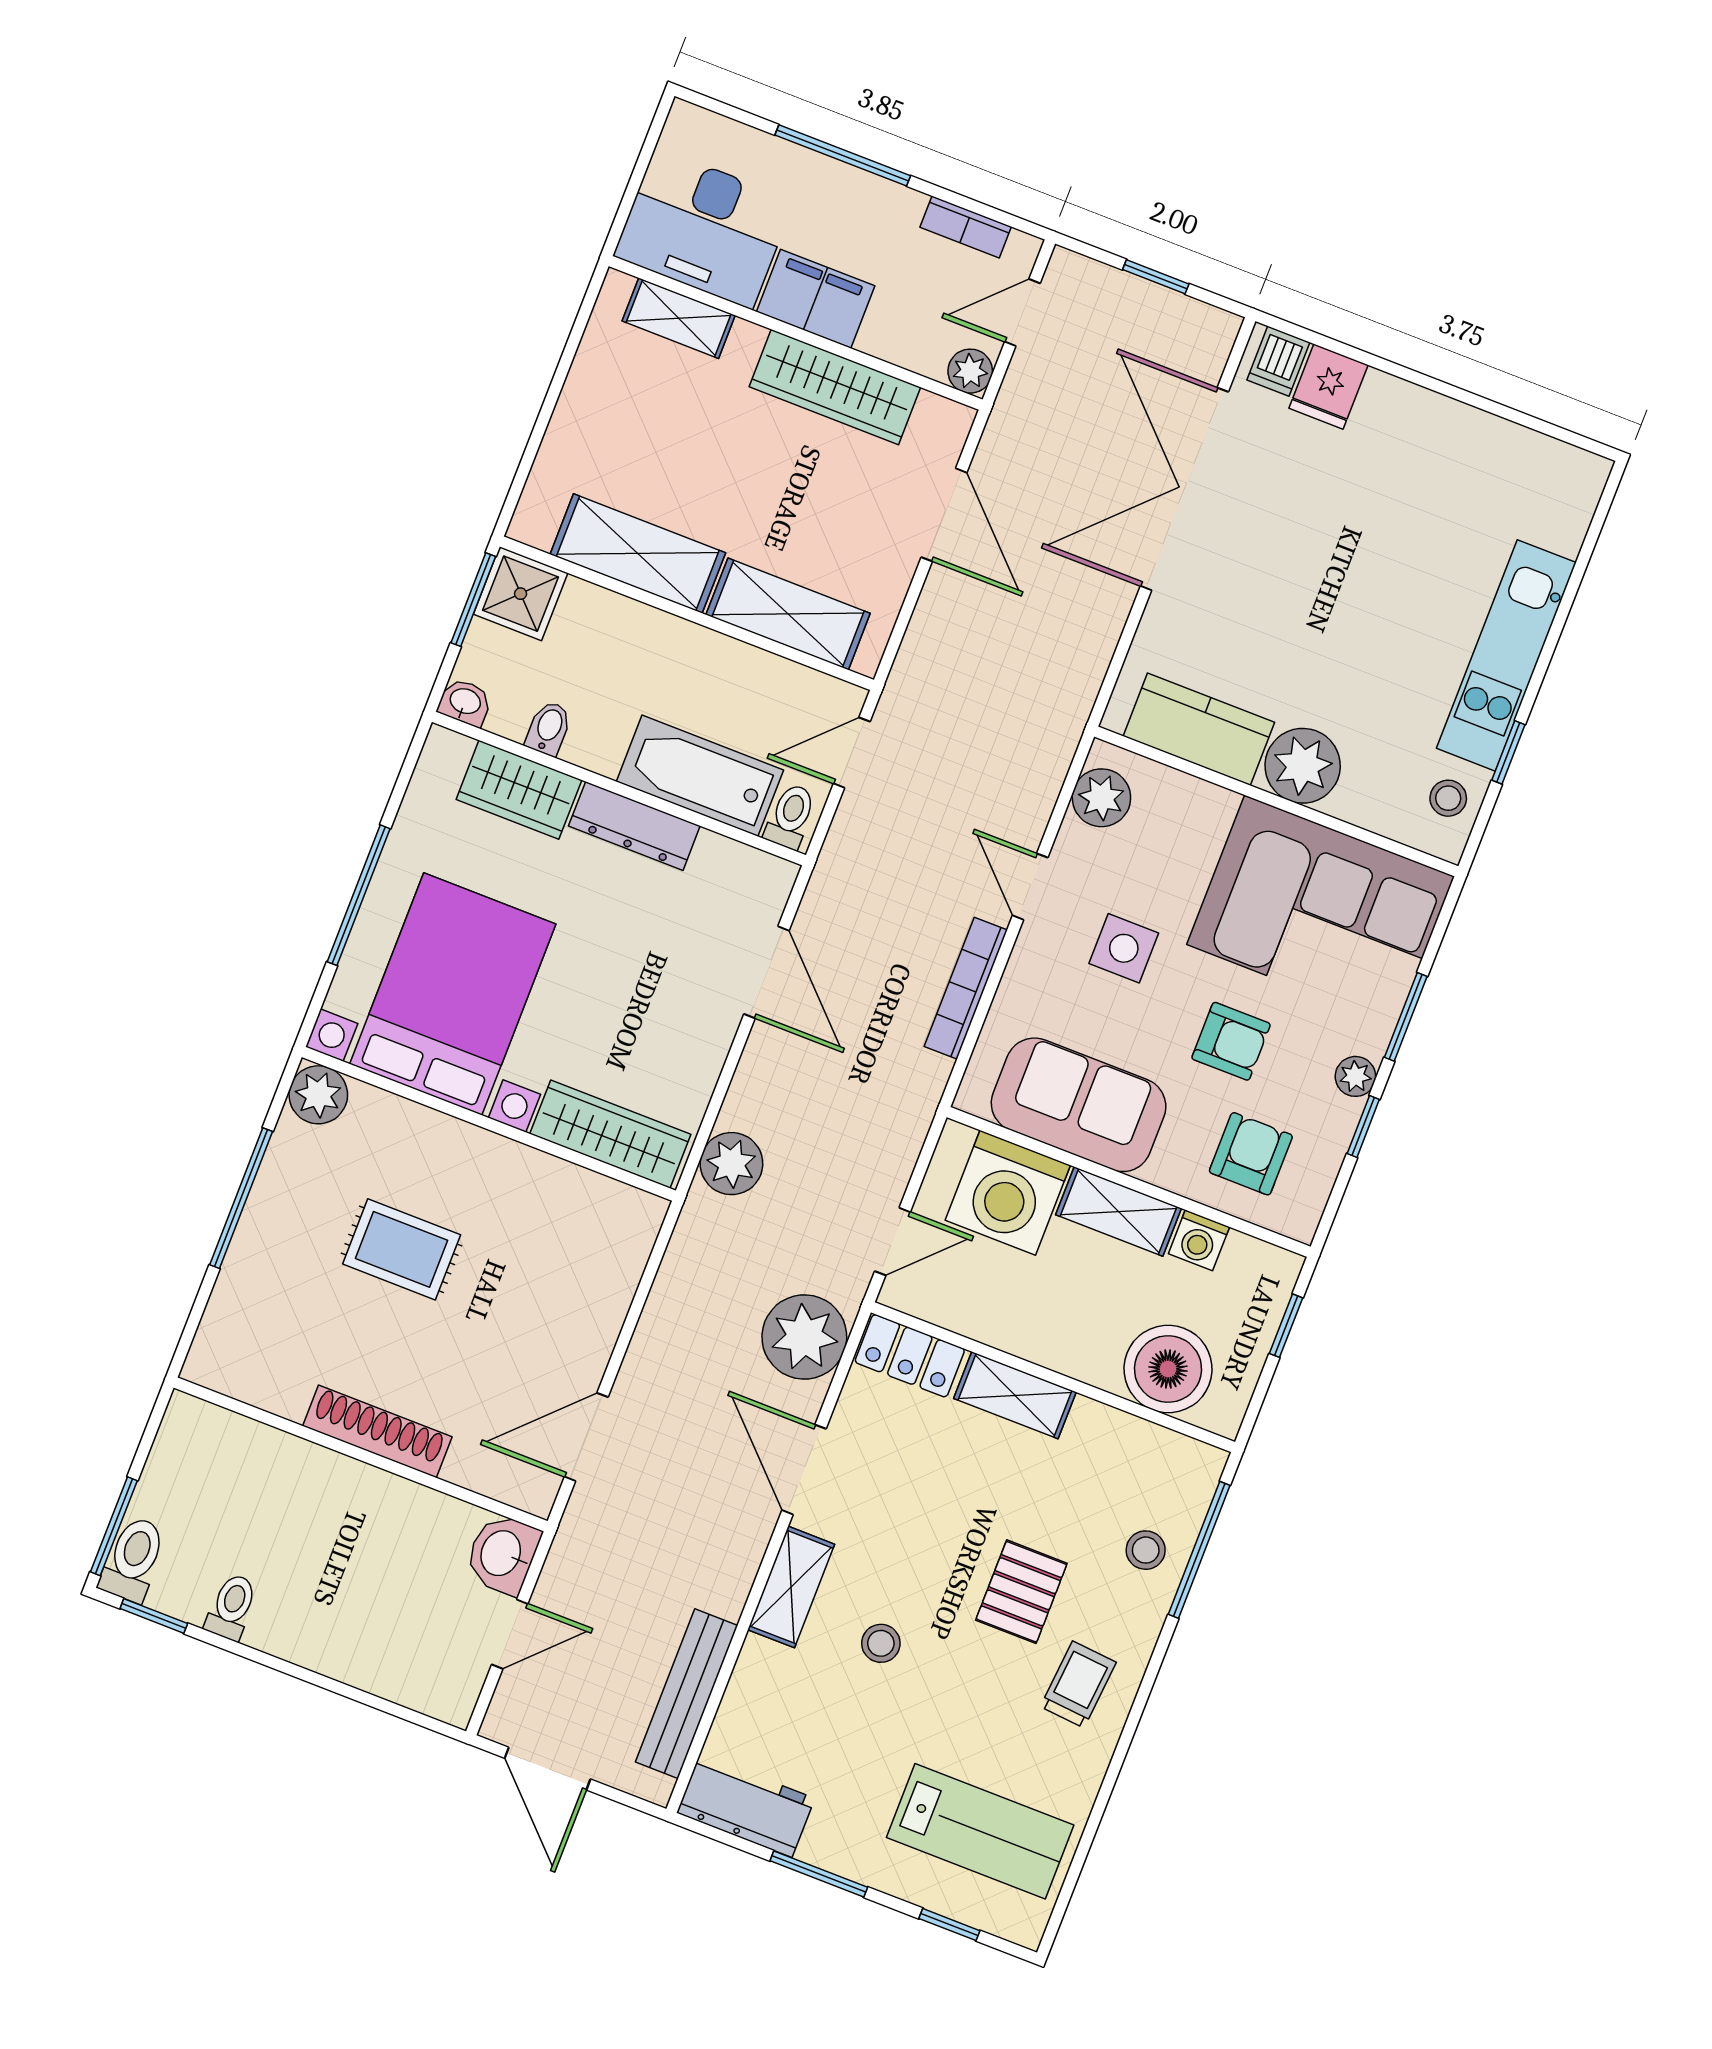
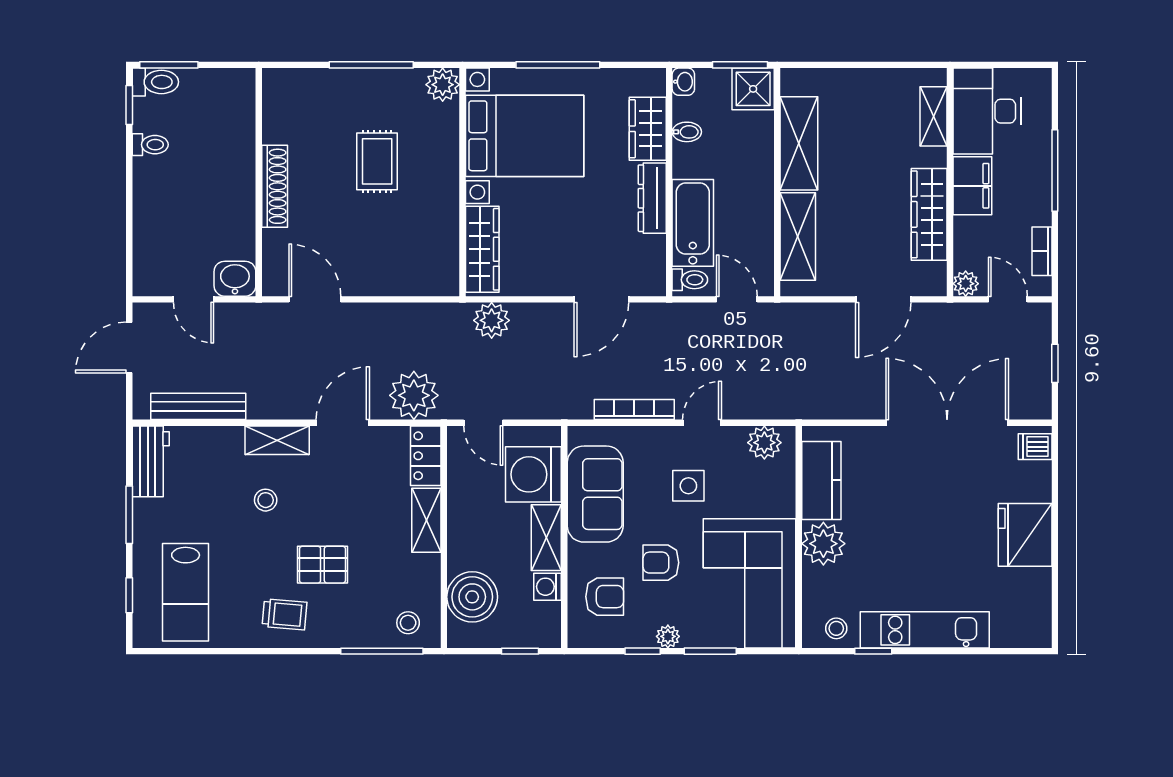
fridge: (1328, 387) -> (1025, 535), moved, width x1.88, depth x1.34
armchair: (1231, 1041) -> (661, 563), turned 90
stool: (1146, 1550) -> (408, 623), moved

